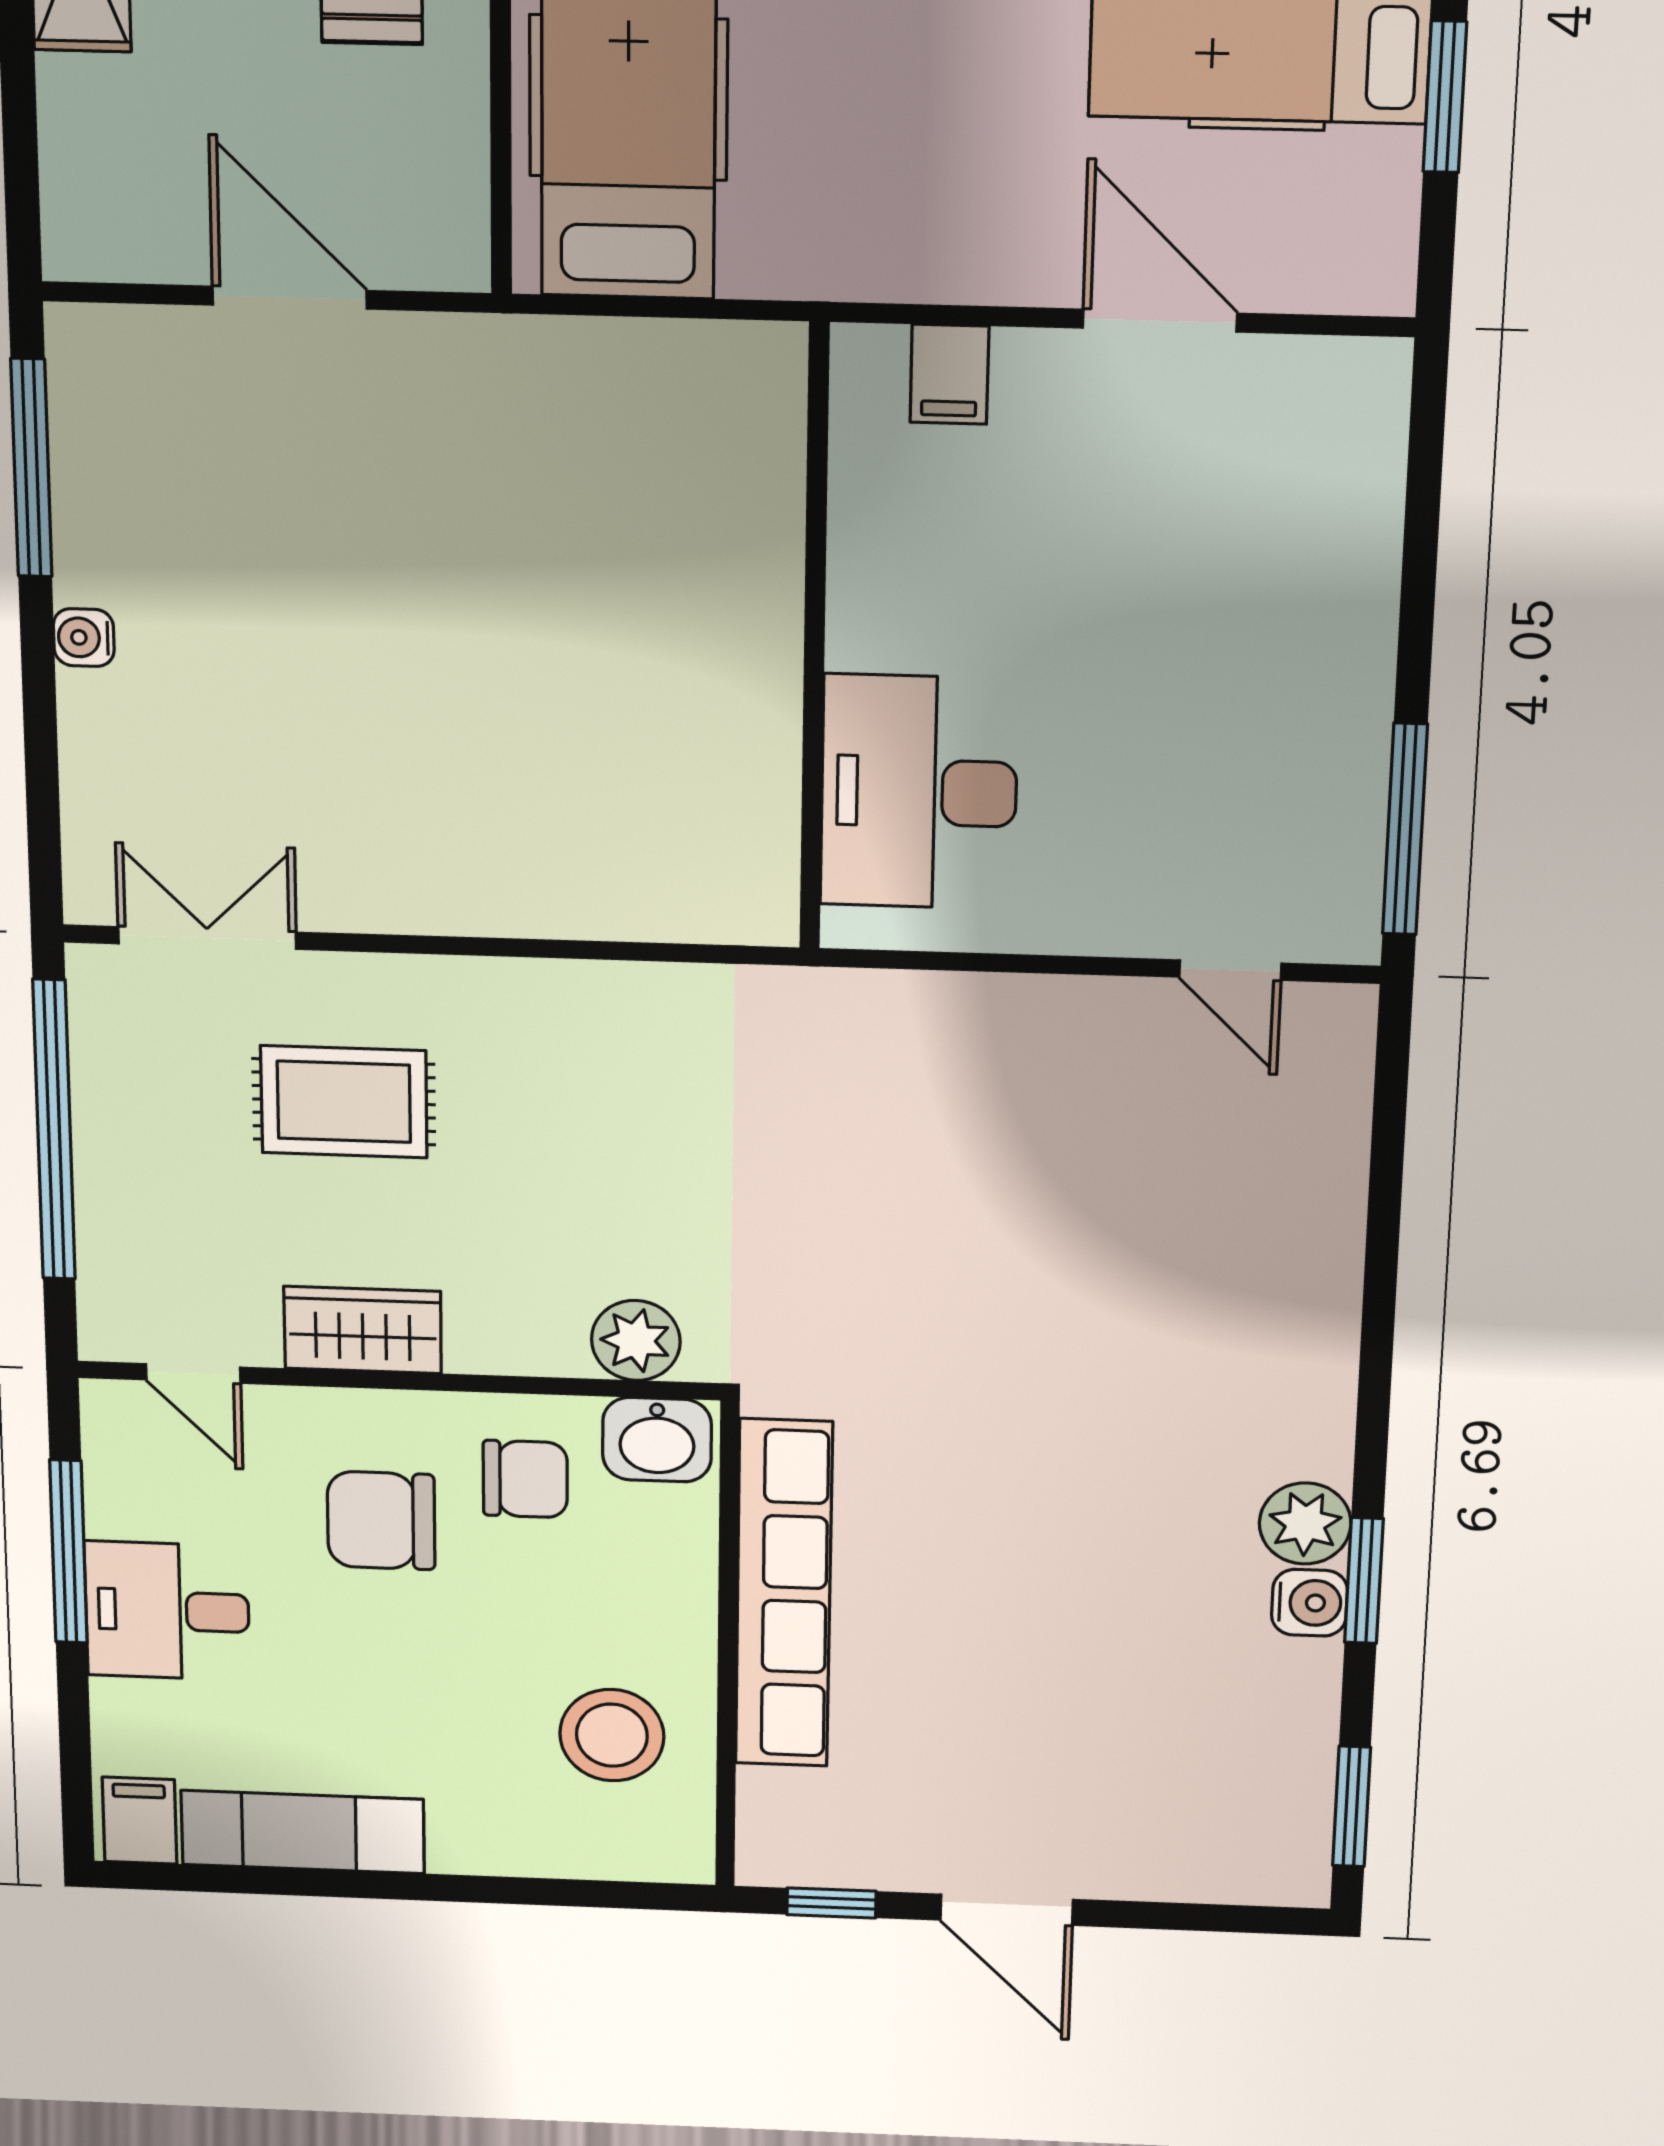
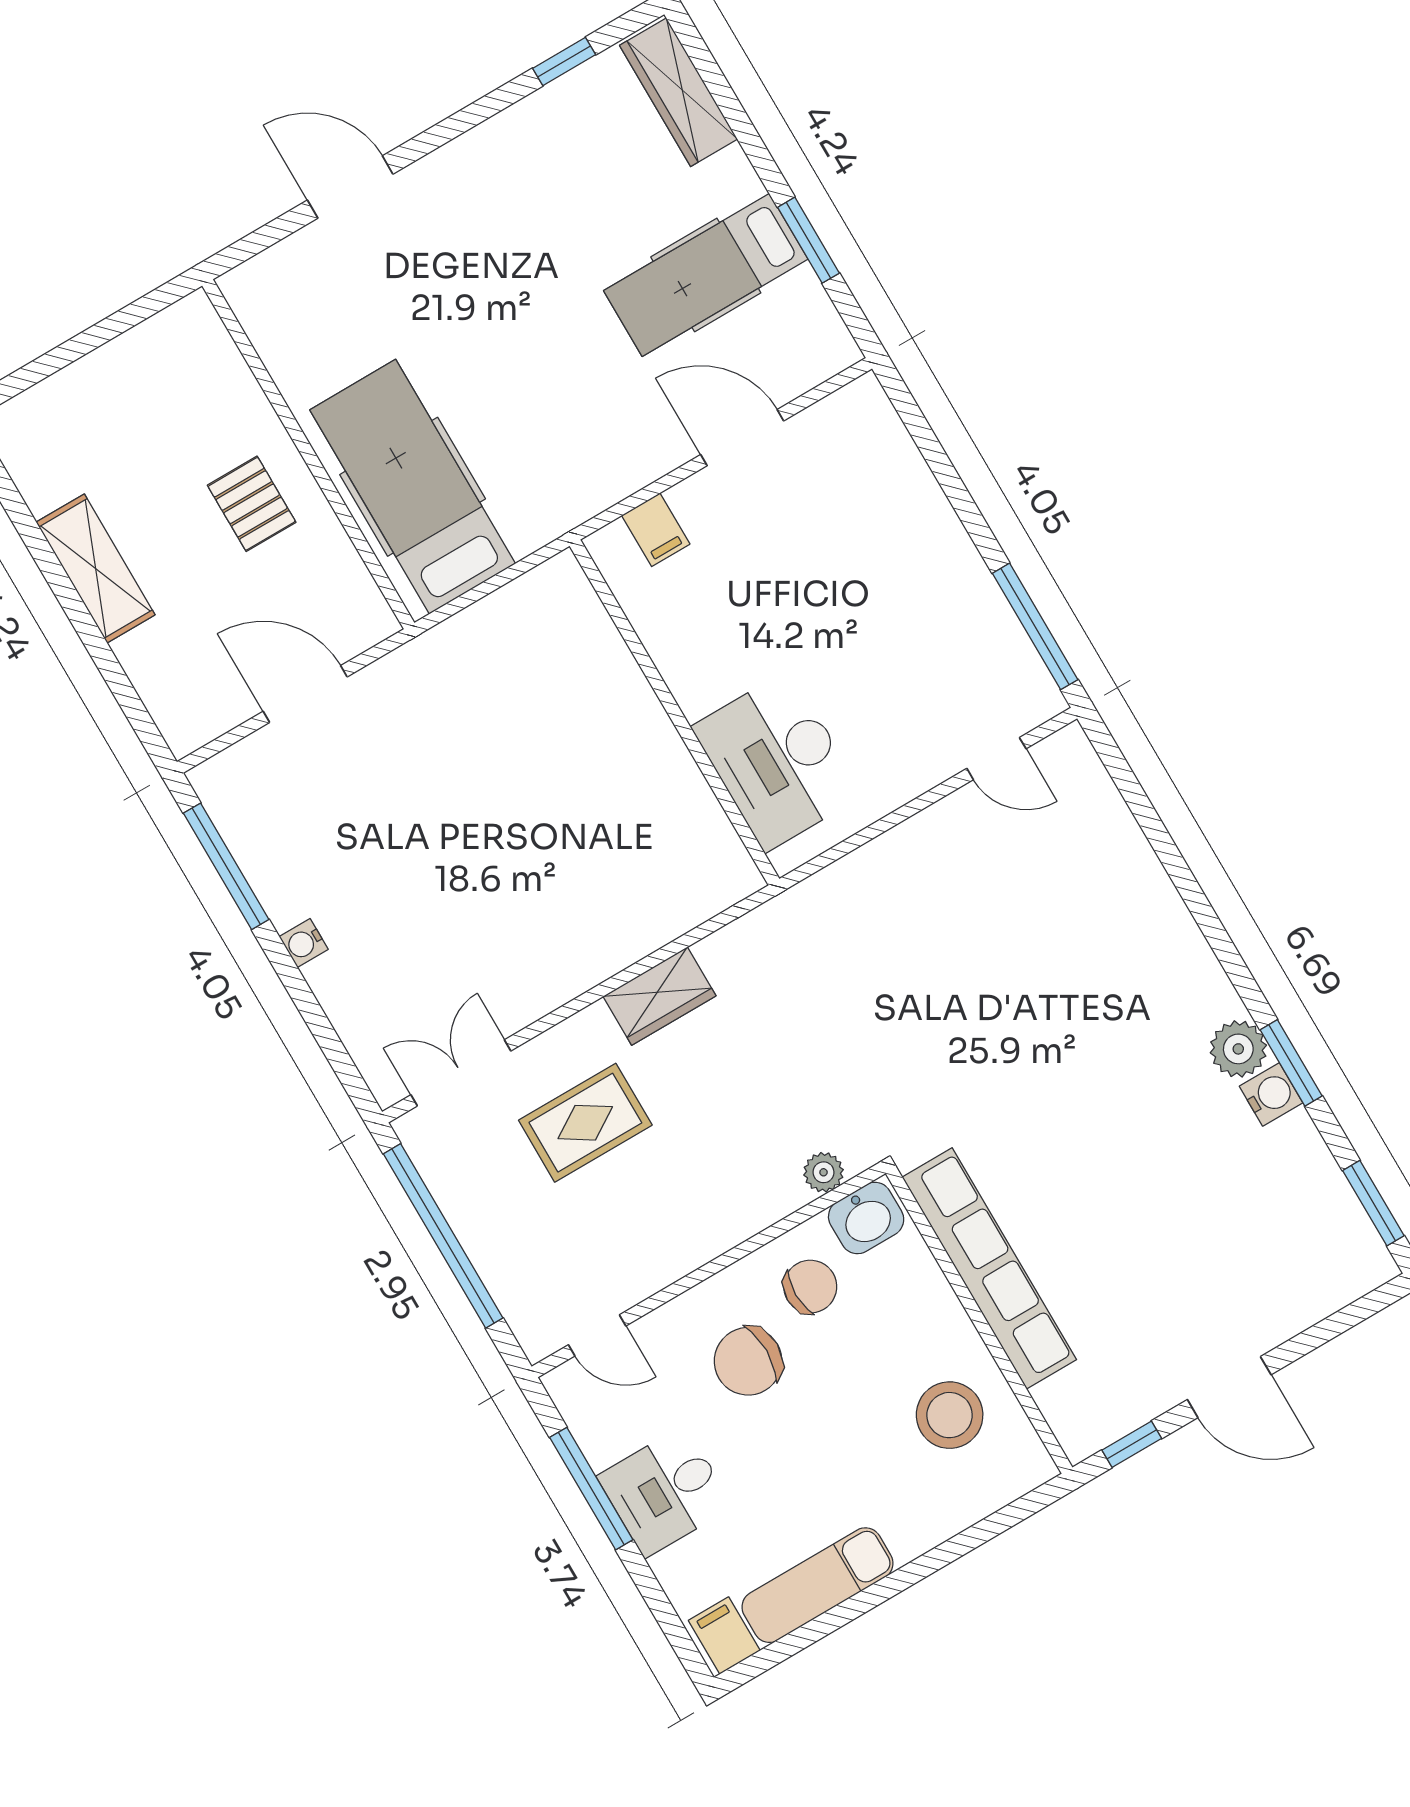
wardrobe: (363, 1330) -> (660, 996), moved, turned 180
plant: (636, 1340) -> (824, 1172), width x0.73, depth x0.73

